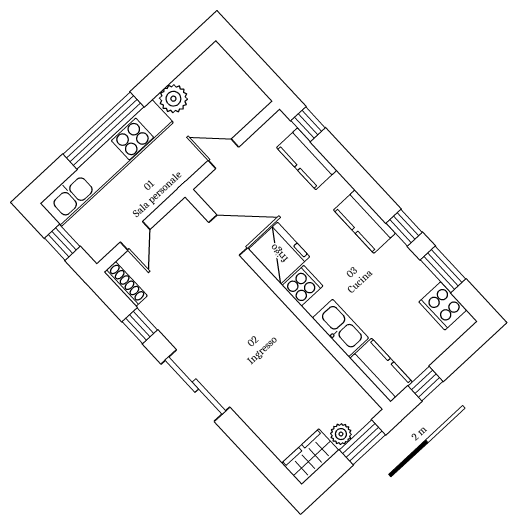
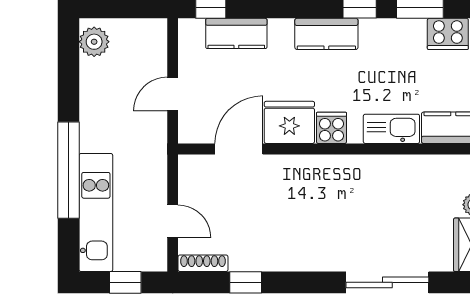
plant: (173, 99) -> (94, 42), moved
kitchen unit: (107, 163) -> (96, 213), width x0.73
sliding door: (195, 386) -> (387, 282), moved

